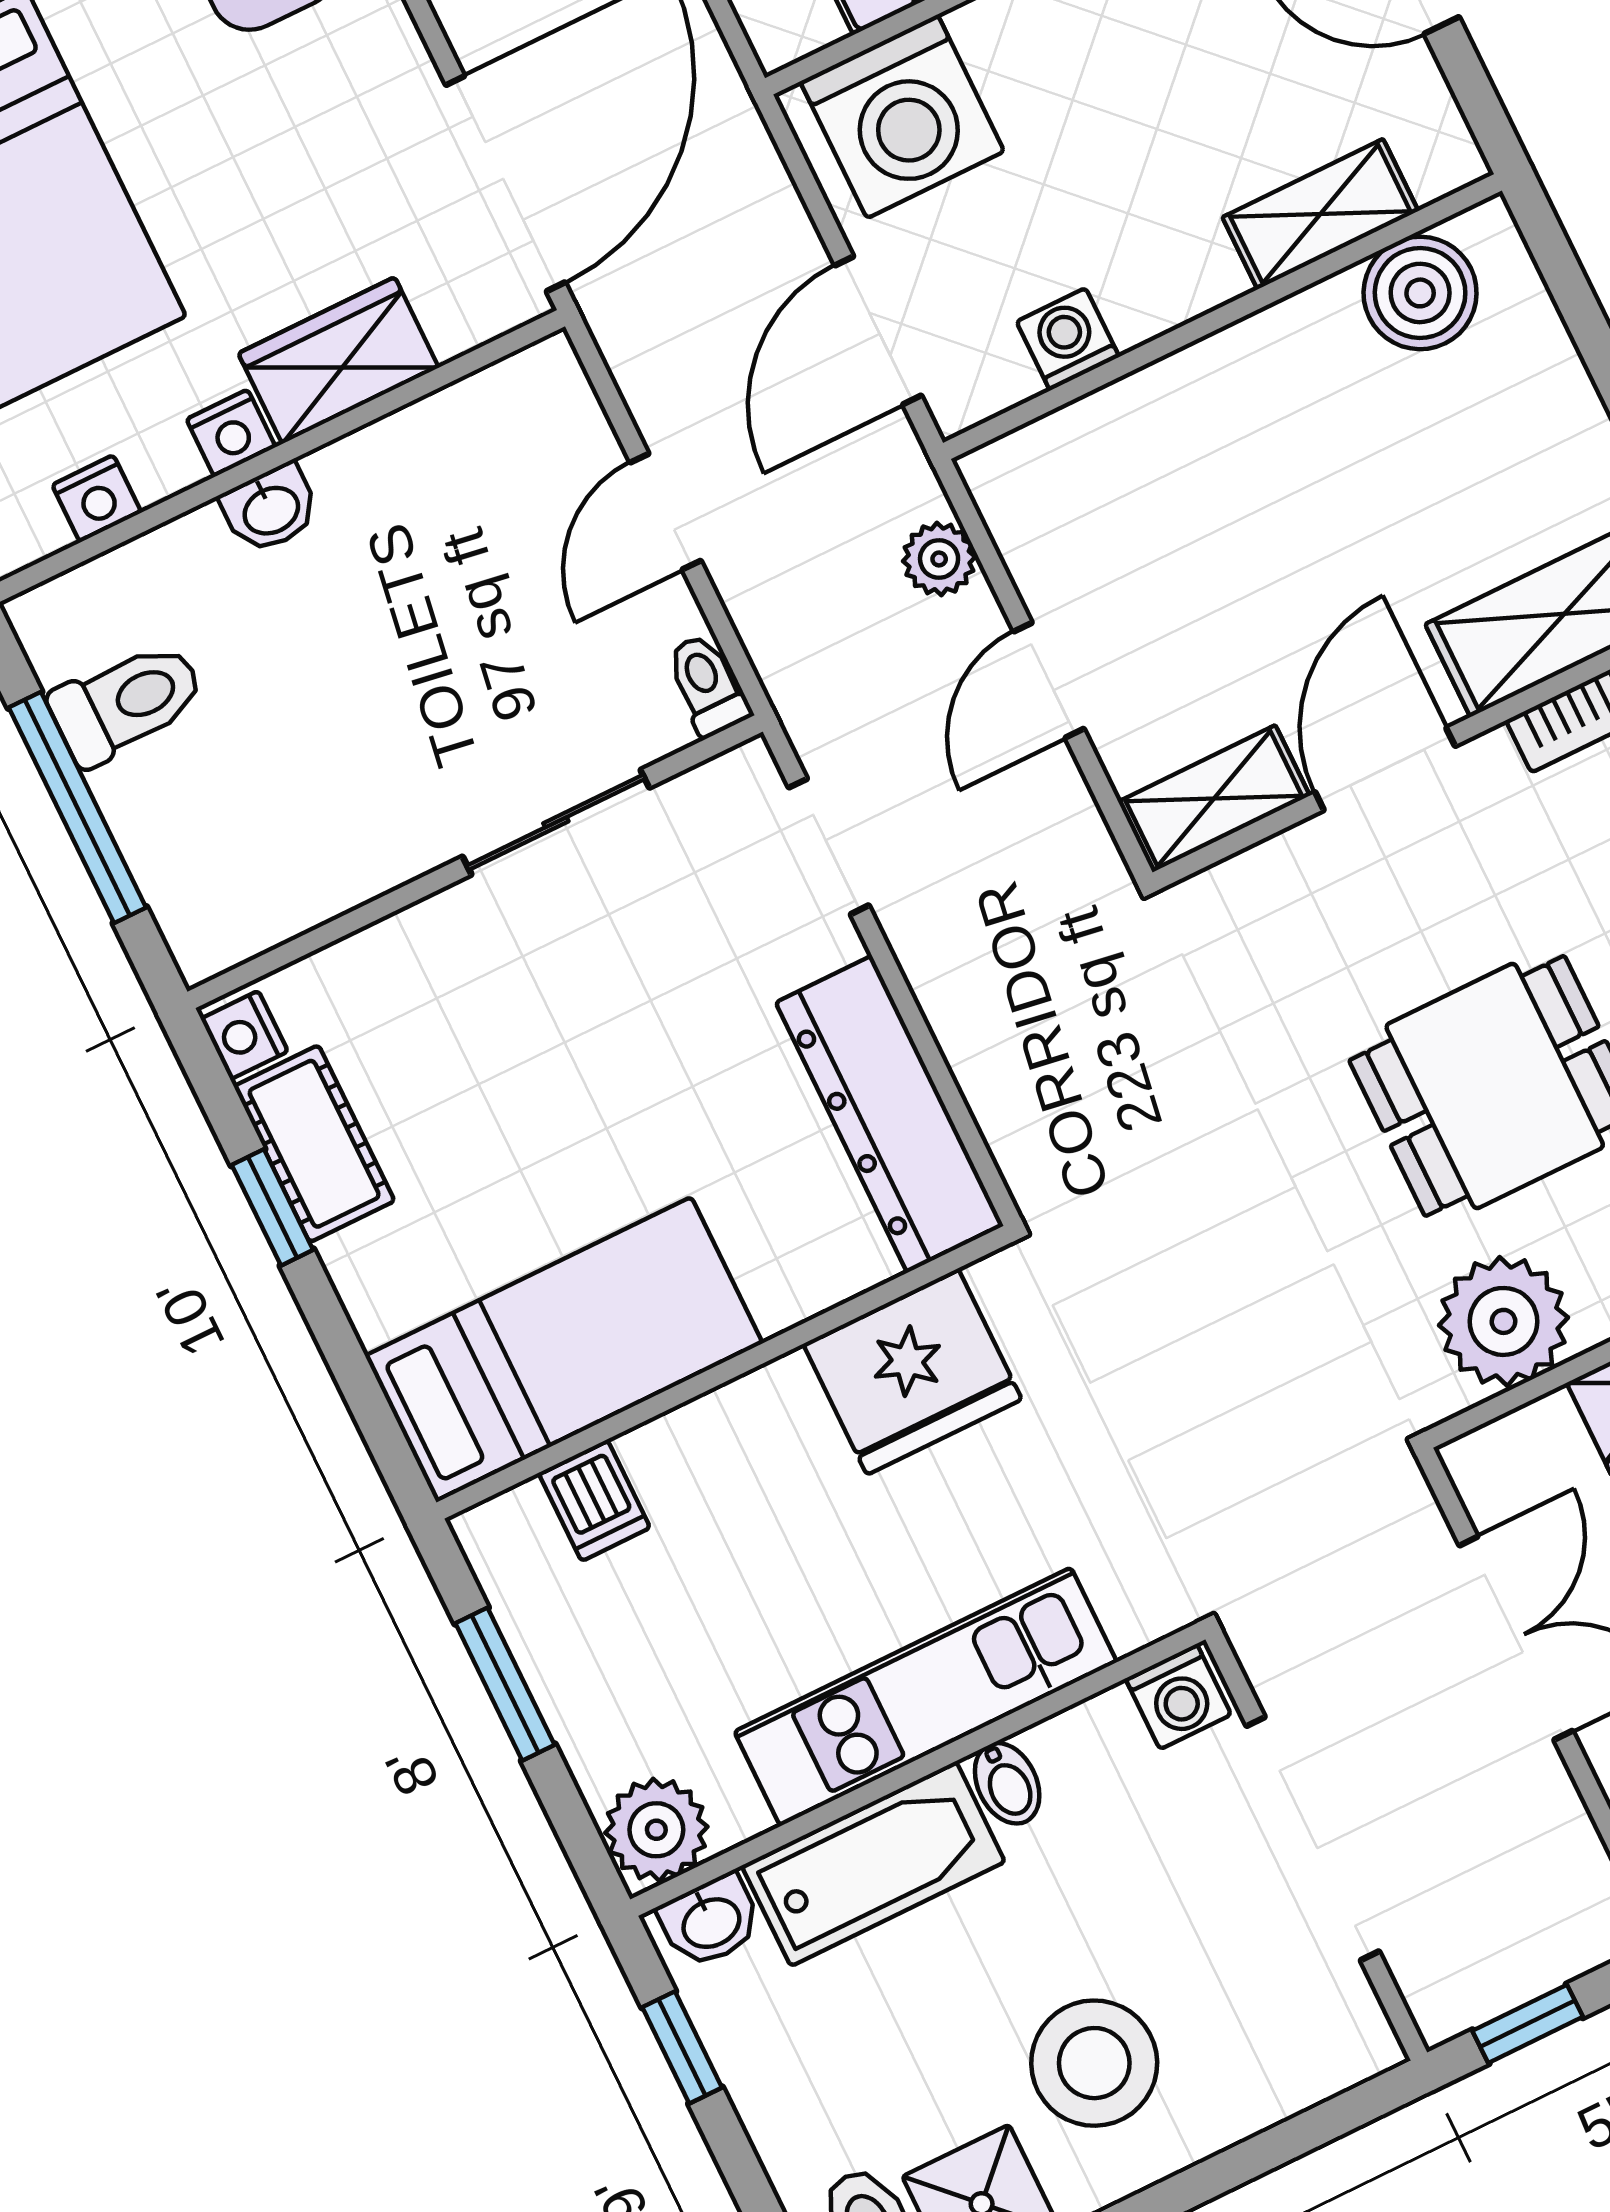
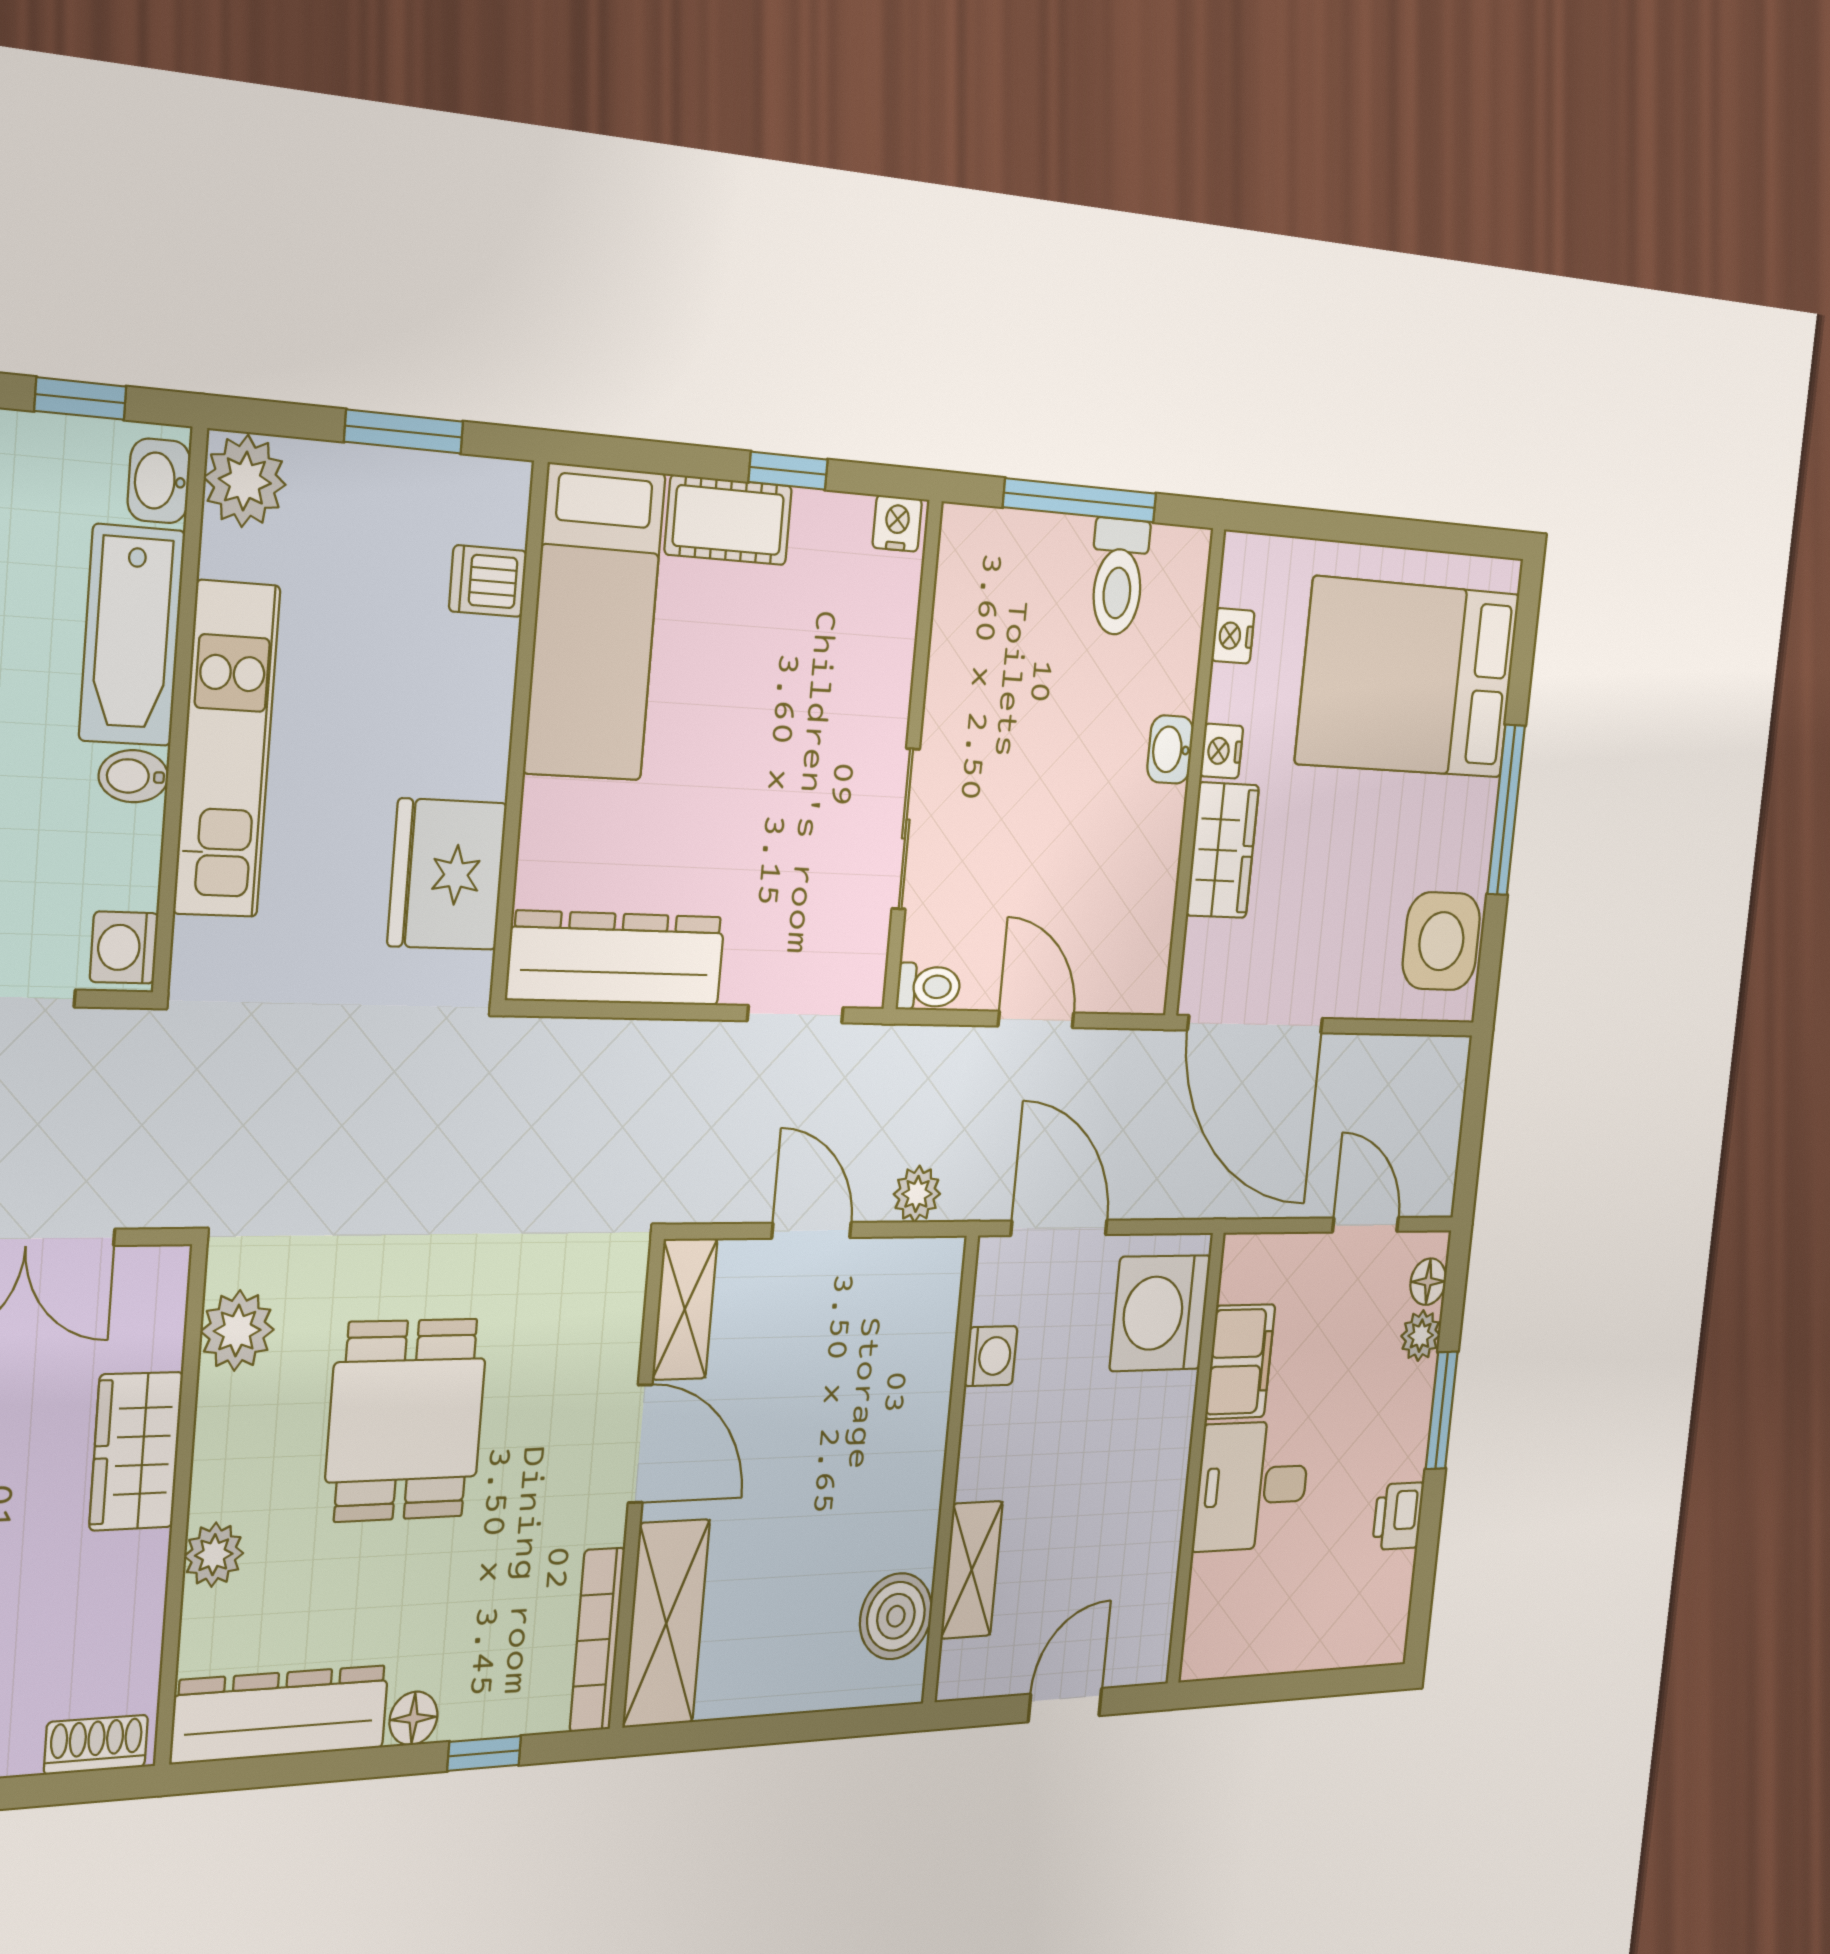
cot: (314, 1144) -> (728, 520), moved
plant: (1504, 1321) -> (237, 1331), width x0.73, depth x0.73

